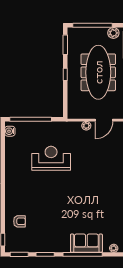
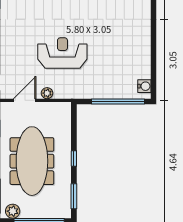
reception desk: (51, 158) -> (62, 53), moved, turned 180

